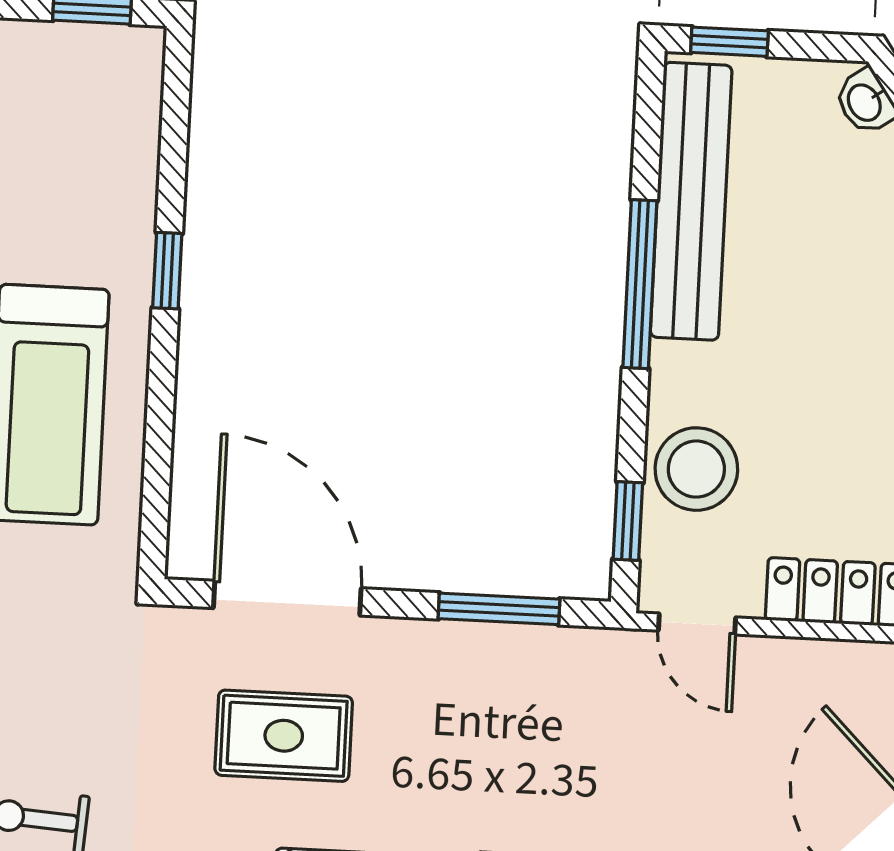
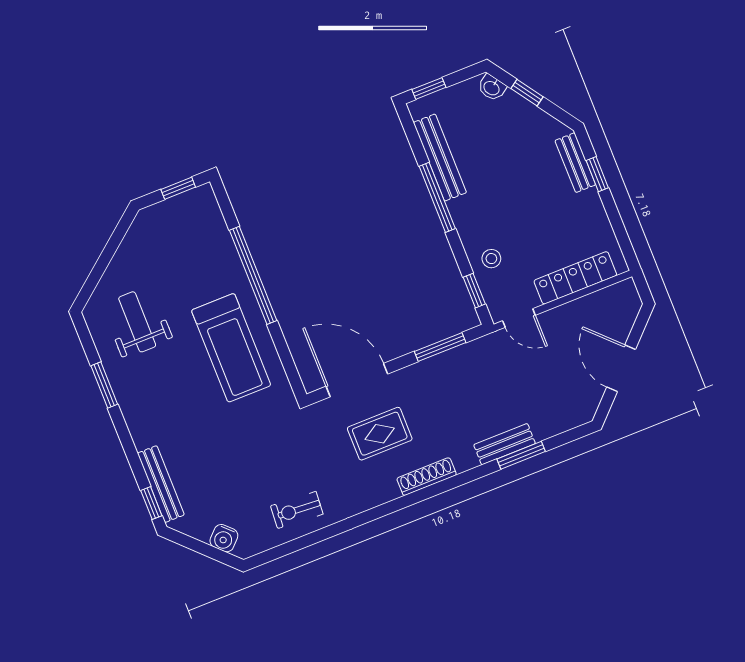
bench: (691, 201) -> (440, 158), width x0.73, depth x0.82
window: (167, 271) -> (253, 275), width x3.17
stool: (696, 469) -> (491, 259), width x0.53, depth x0.53

